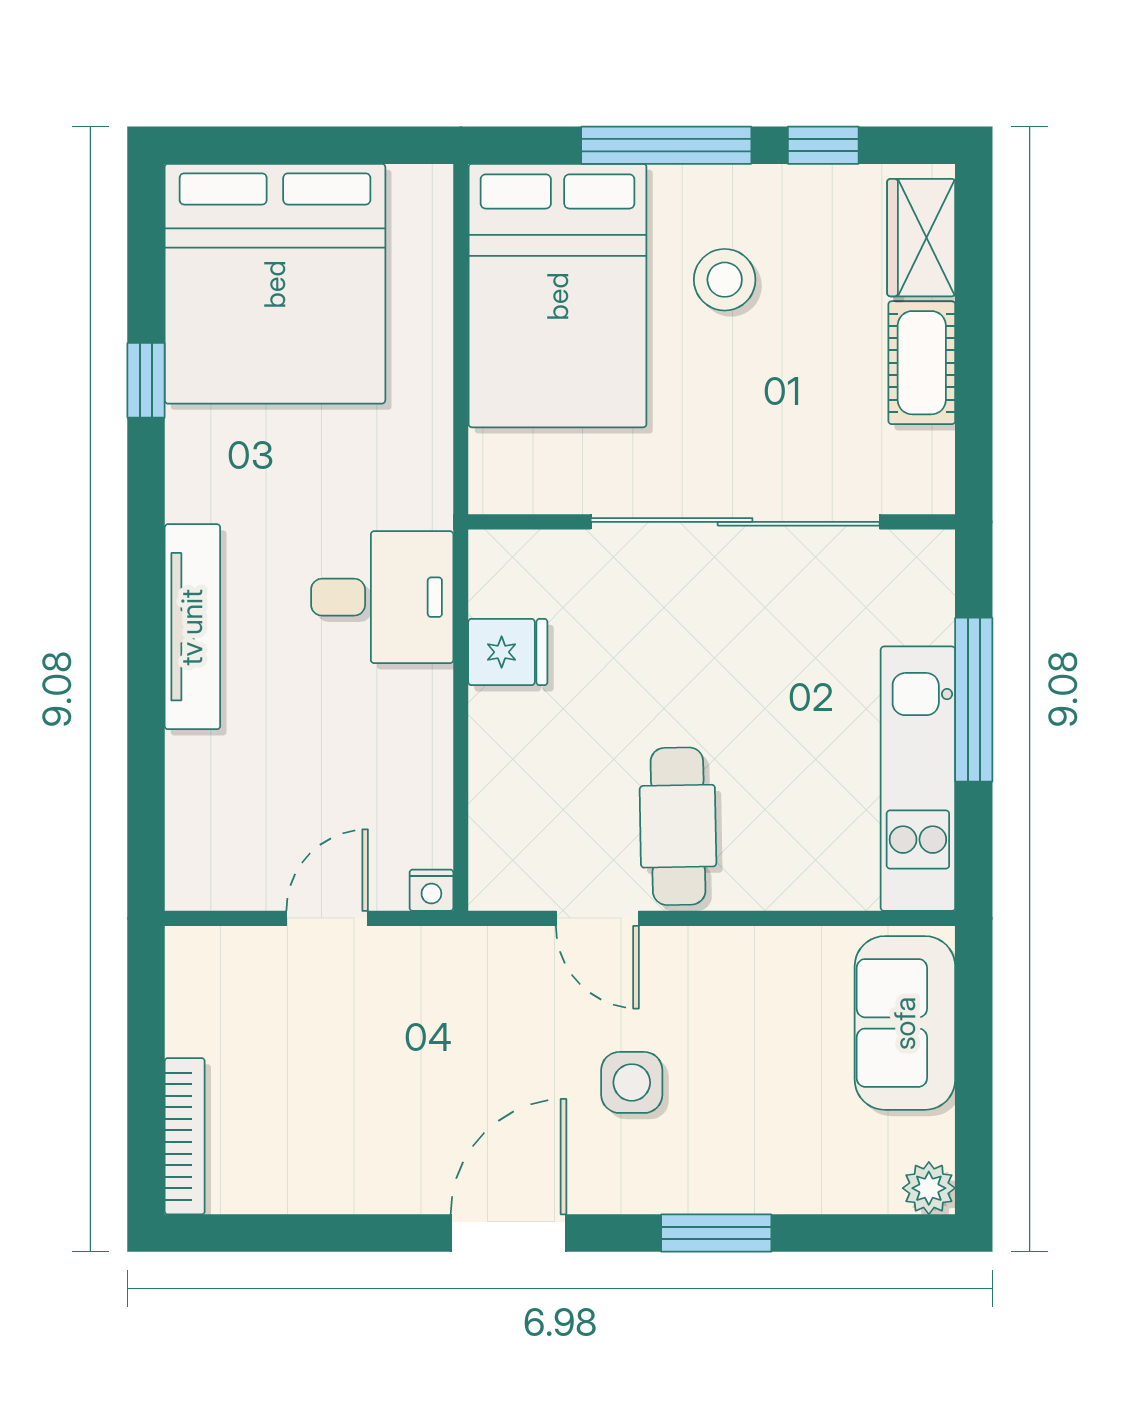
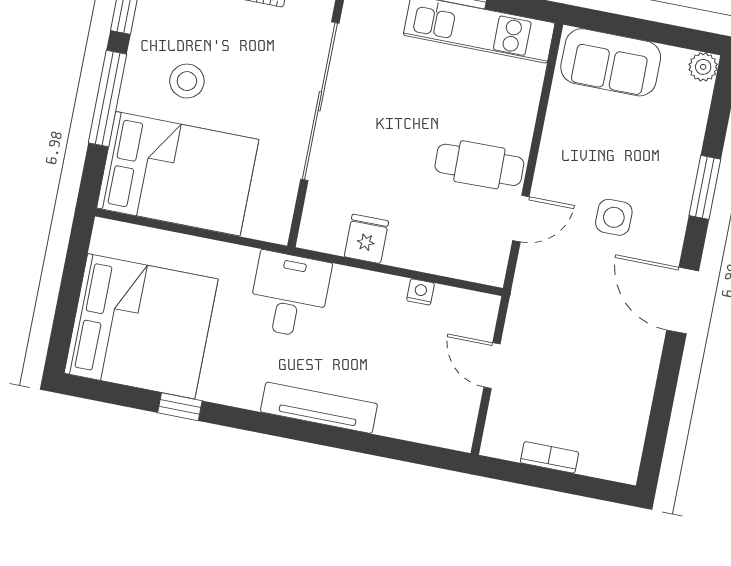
desk: (382, 597) -> (289, 295), moved
nightstand: (431, 890) -> (421, 292), moved, turned -90
bookcase: (185, 1136) -> (549, 457), moved, width x0.64

